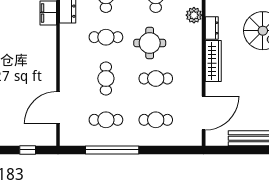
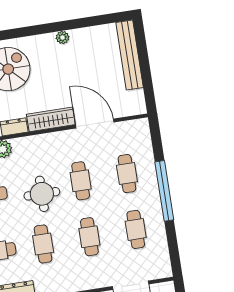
cafe table: (106, 78) -> (89, 237), turned 90
door: (204, 113) -> (95, 124), moved
window: (112, 150) -> (164, 191), moved

